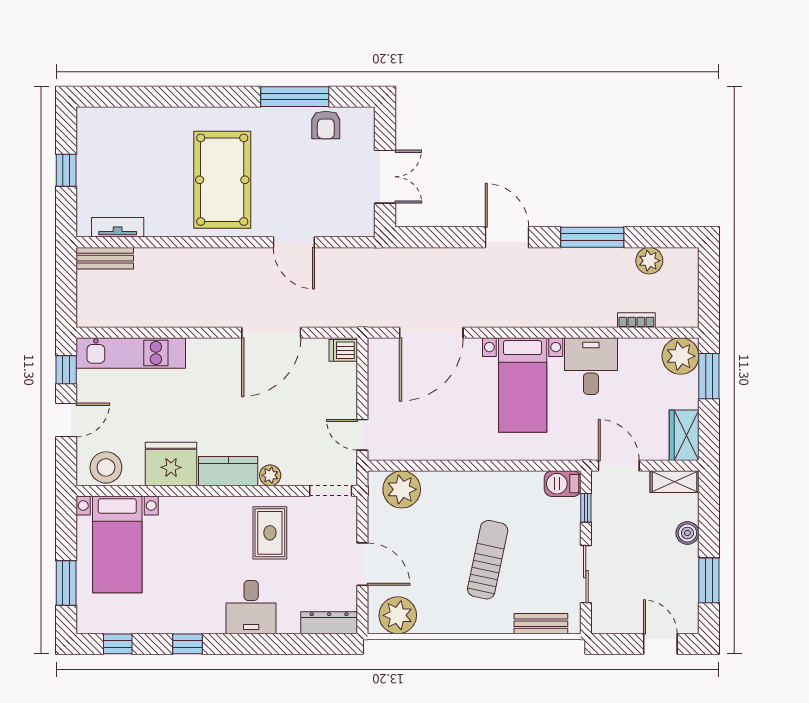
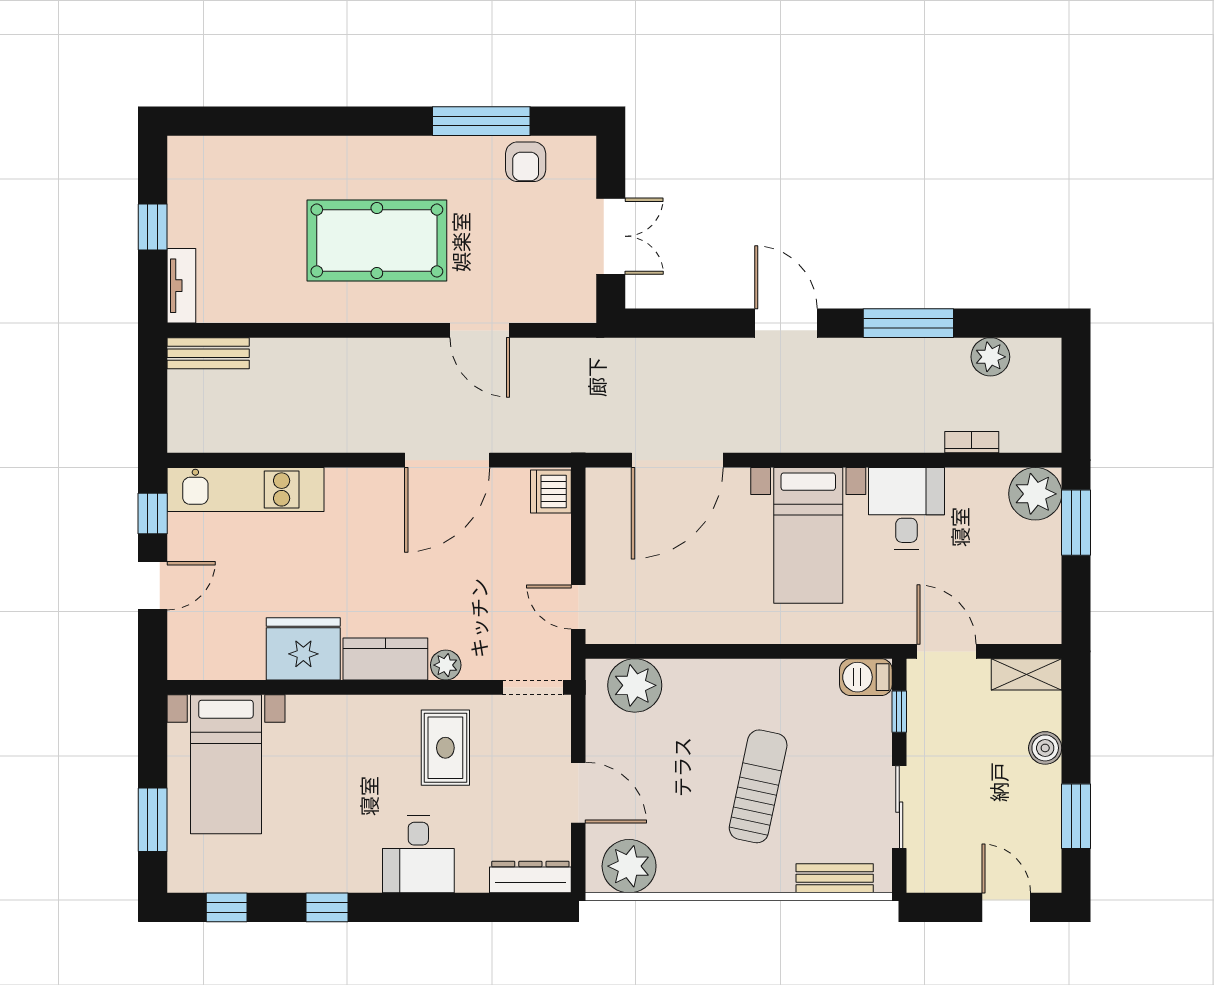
pool table: (222, 180) -> (377, 241), turned 90
tv unit: (118, 227) -> (181, 286), moved, turned 90
dishwasher: (343, 350) -> (551, 491), width x1.38
wardrobe: (684, 435) -> (1040, 608), removed
stool: (106, 467) -> (210, 654), removed

